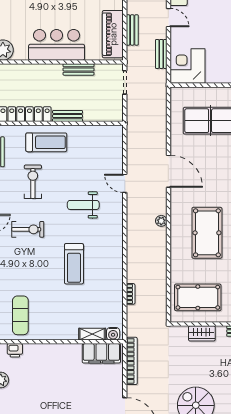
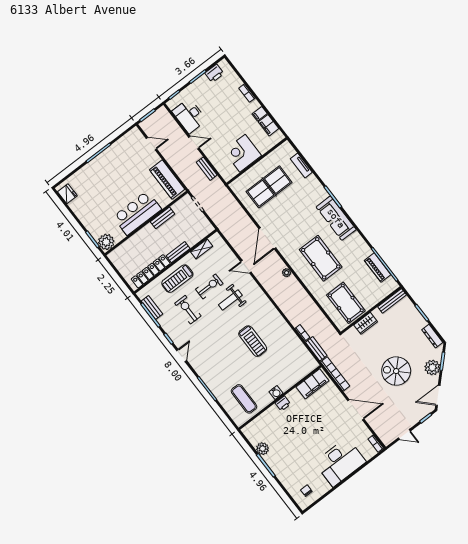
bench: (132, 30) -> (316, 349), moved
corner desk: (188, 66) -> (242, 153), moved
treadmill: (46, 142) -> (177, 279), turned 180
door: (168, 171) -> (267, 238), swing flipped
exercise bike: (28, 229) -> (209, 286), moved
pool table: (198, 297) -> (346, 303), turned 90
shelving: (92, 334) -> (202, 249), moved
water cooler: (113, 334) -> (276, 393), moved
printer: (15, 350) -> (283, 404), moved

